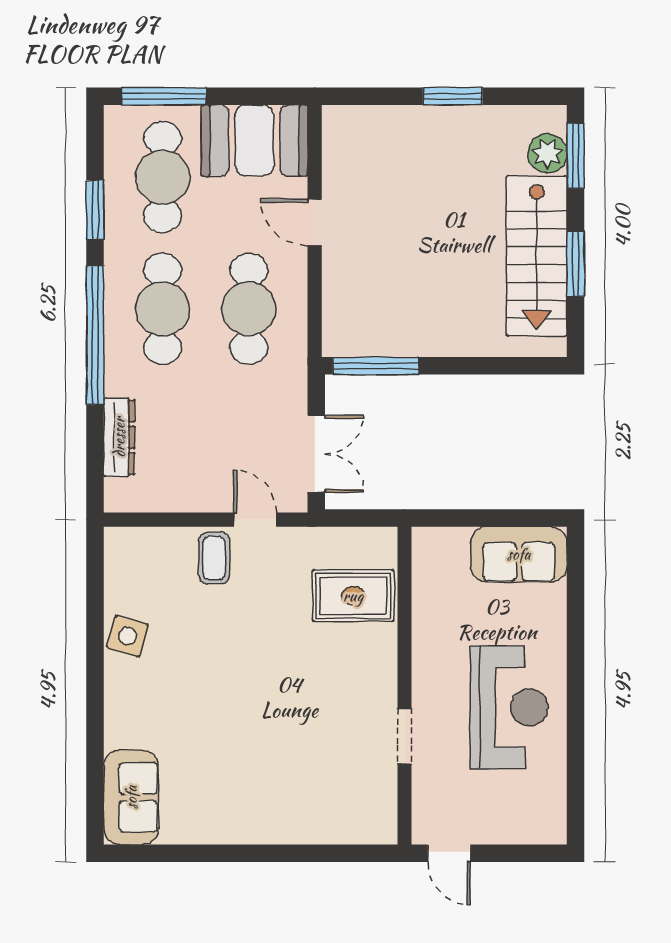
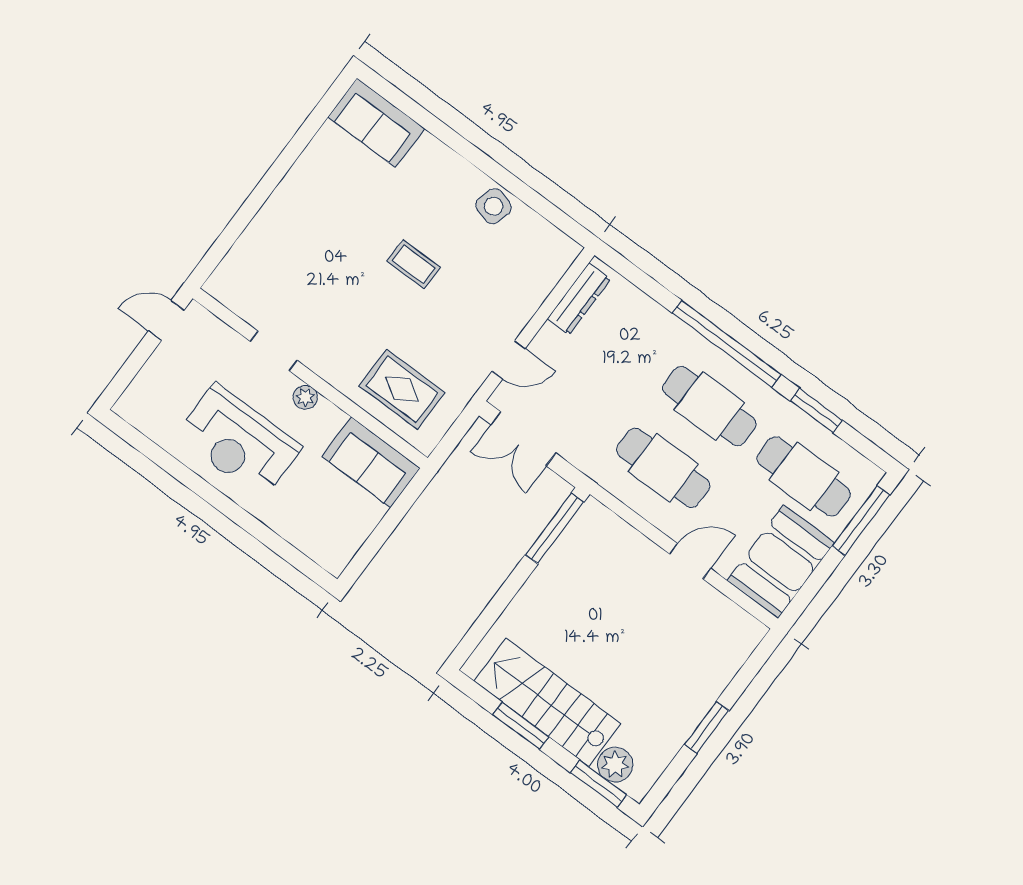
dresser: (119, 437) -> (579, 299), moved, turned -90
sofa: (519, 554) -> (371, 462), moved, turned -90
coffee table: (214, 558) -> (414, 264), moved
rug: (353, 596) -> (402, 389), turned 90
plant: (425, 677) -> (305, 397), added

